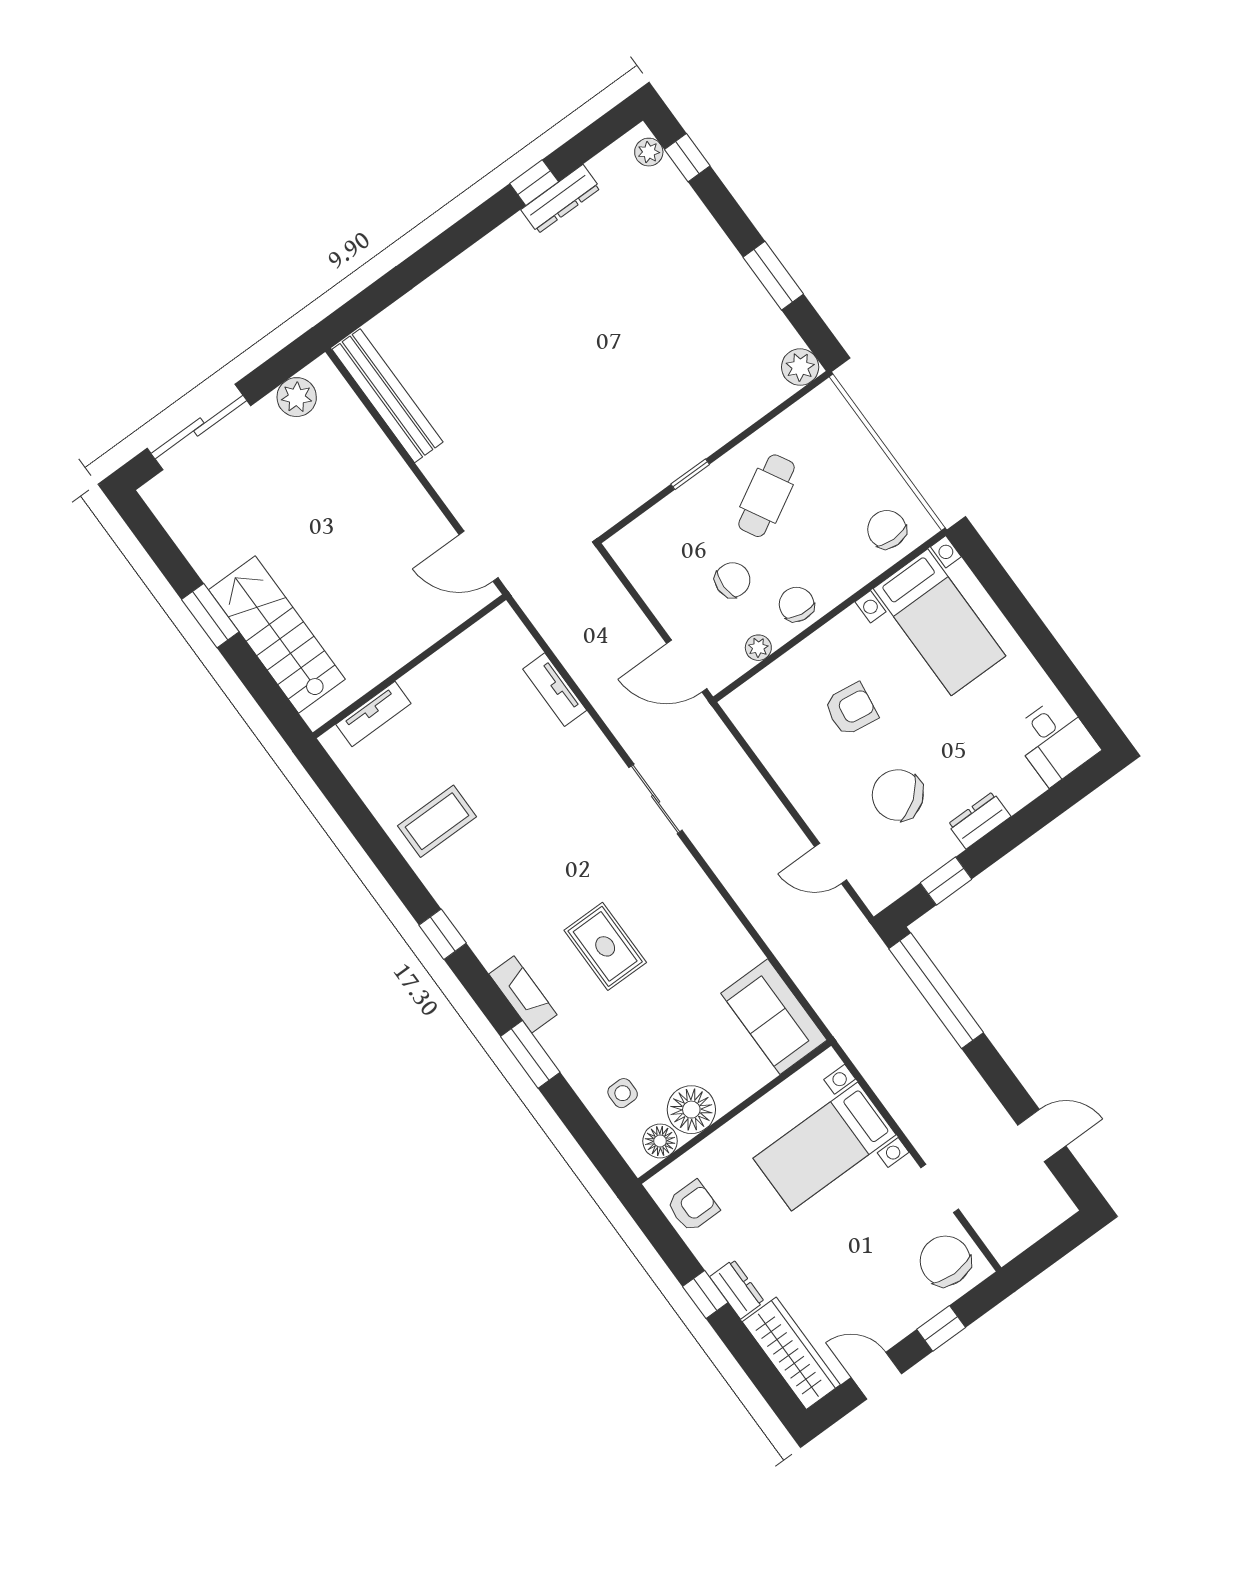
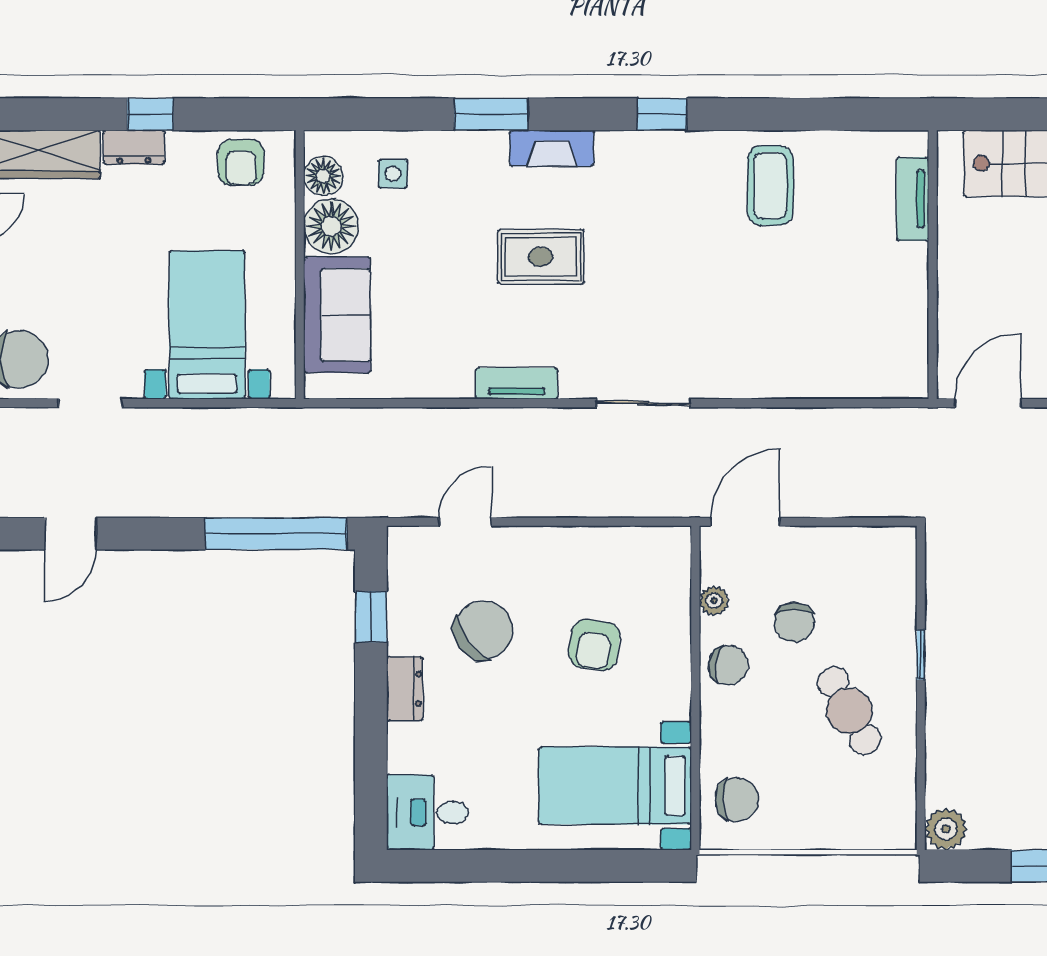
tv unit: (555, 690) -> (517, 383), moved
sofa: (774, 1017) -> (337, 315), moved, turned 90

